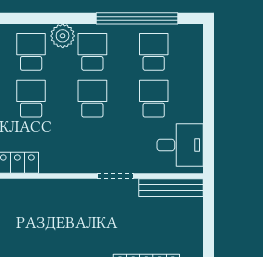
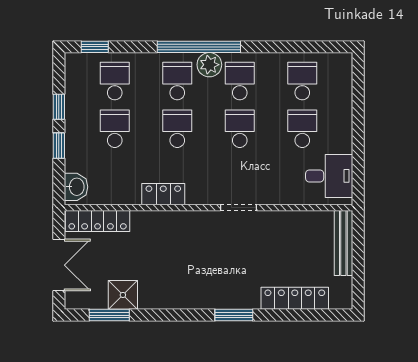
window: (137, 18) -> (199, 47), moved
doorway: (115, 176) -> (239, 208), moved
bench: (171, 188) -> (343, 243), moved, turned 90

